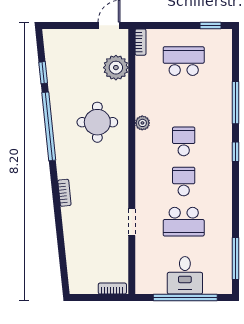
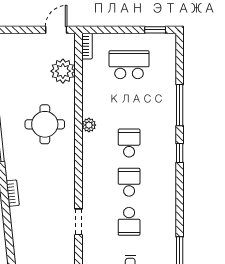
school desk: (184, 222) -> (129, 221), width x0.54

